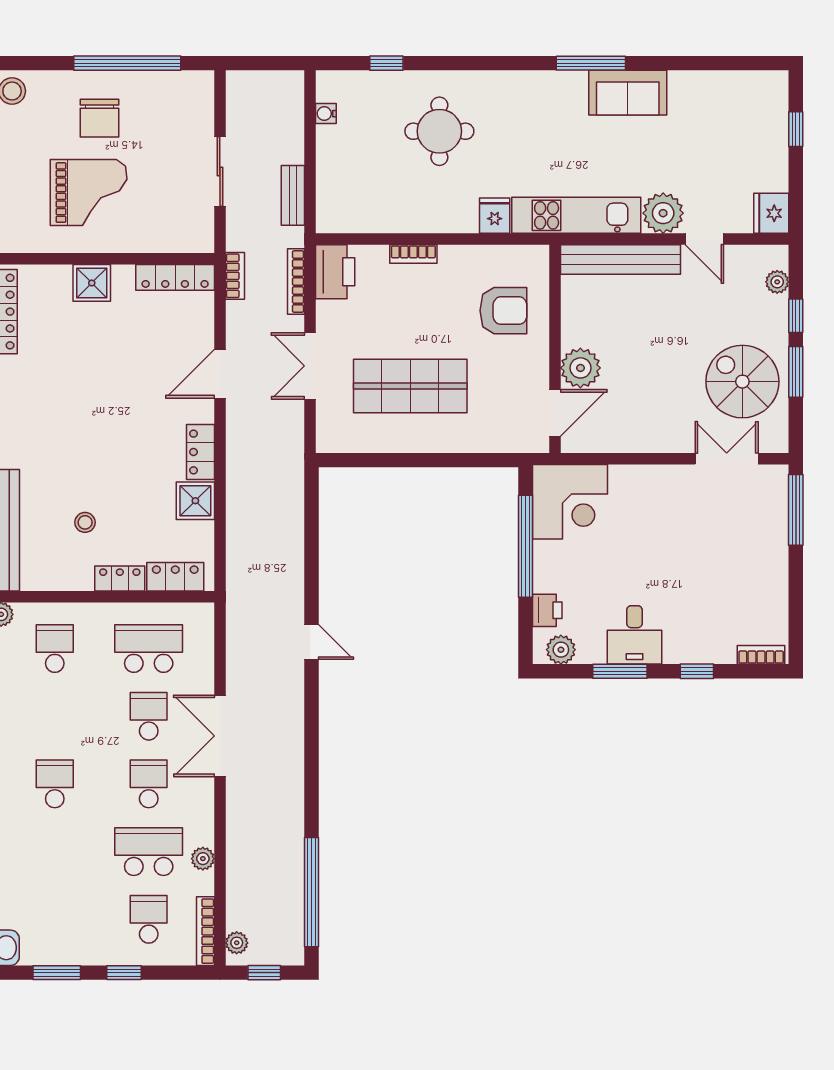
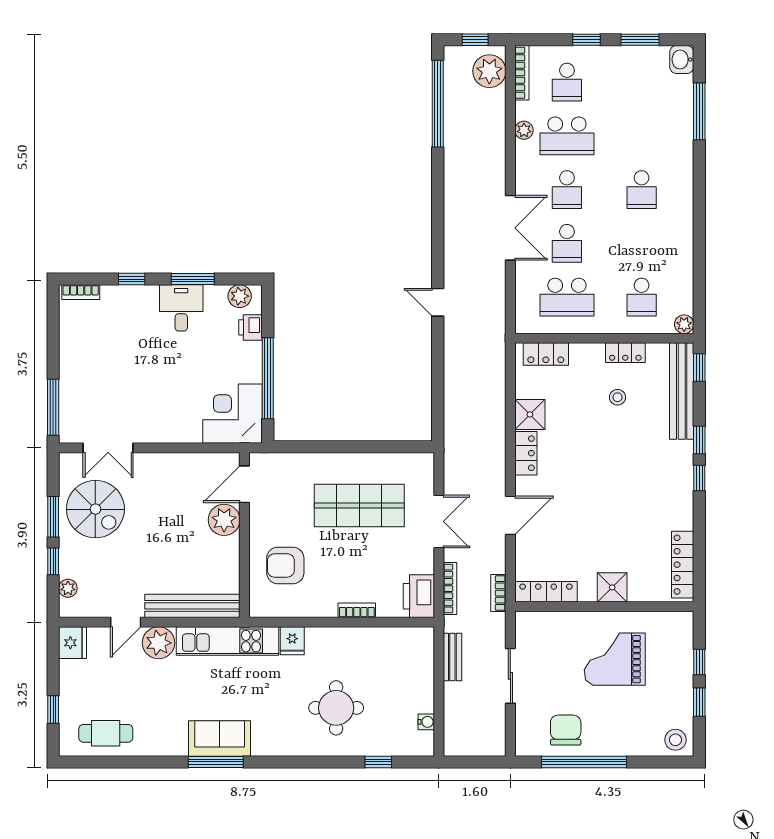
sofa: (628, 93) -> (220, 739), moved
cafe table: (730, 99) -> (106, 733), added
chair: (99, 118) -> (566, 730), moved
door: (704, 239) -> (126, 622), swing flipped
locker: (120, 578) -> (625, 353), moved
plant: (237, 943) -> (489, 71), width x1.88, depth x1.88

